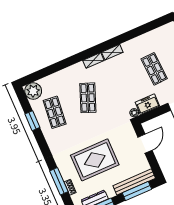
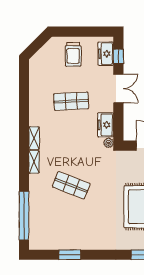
window: (47, 71) -> (24, 216), added
plant: (33, 91) -> (39, 240), removed
shop shelf: (55, 112) -> (71, 227), removed

